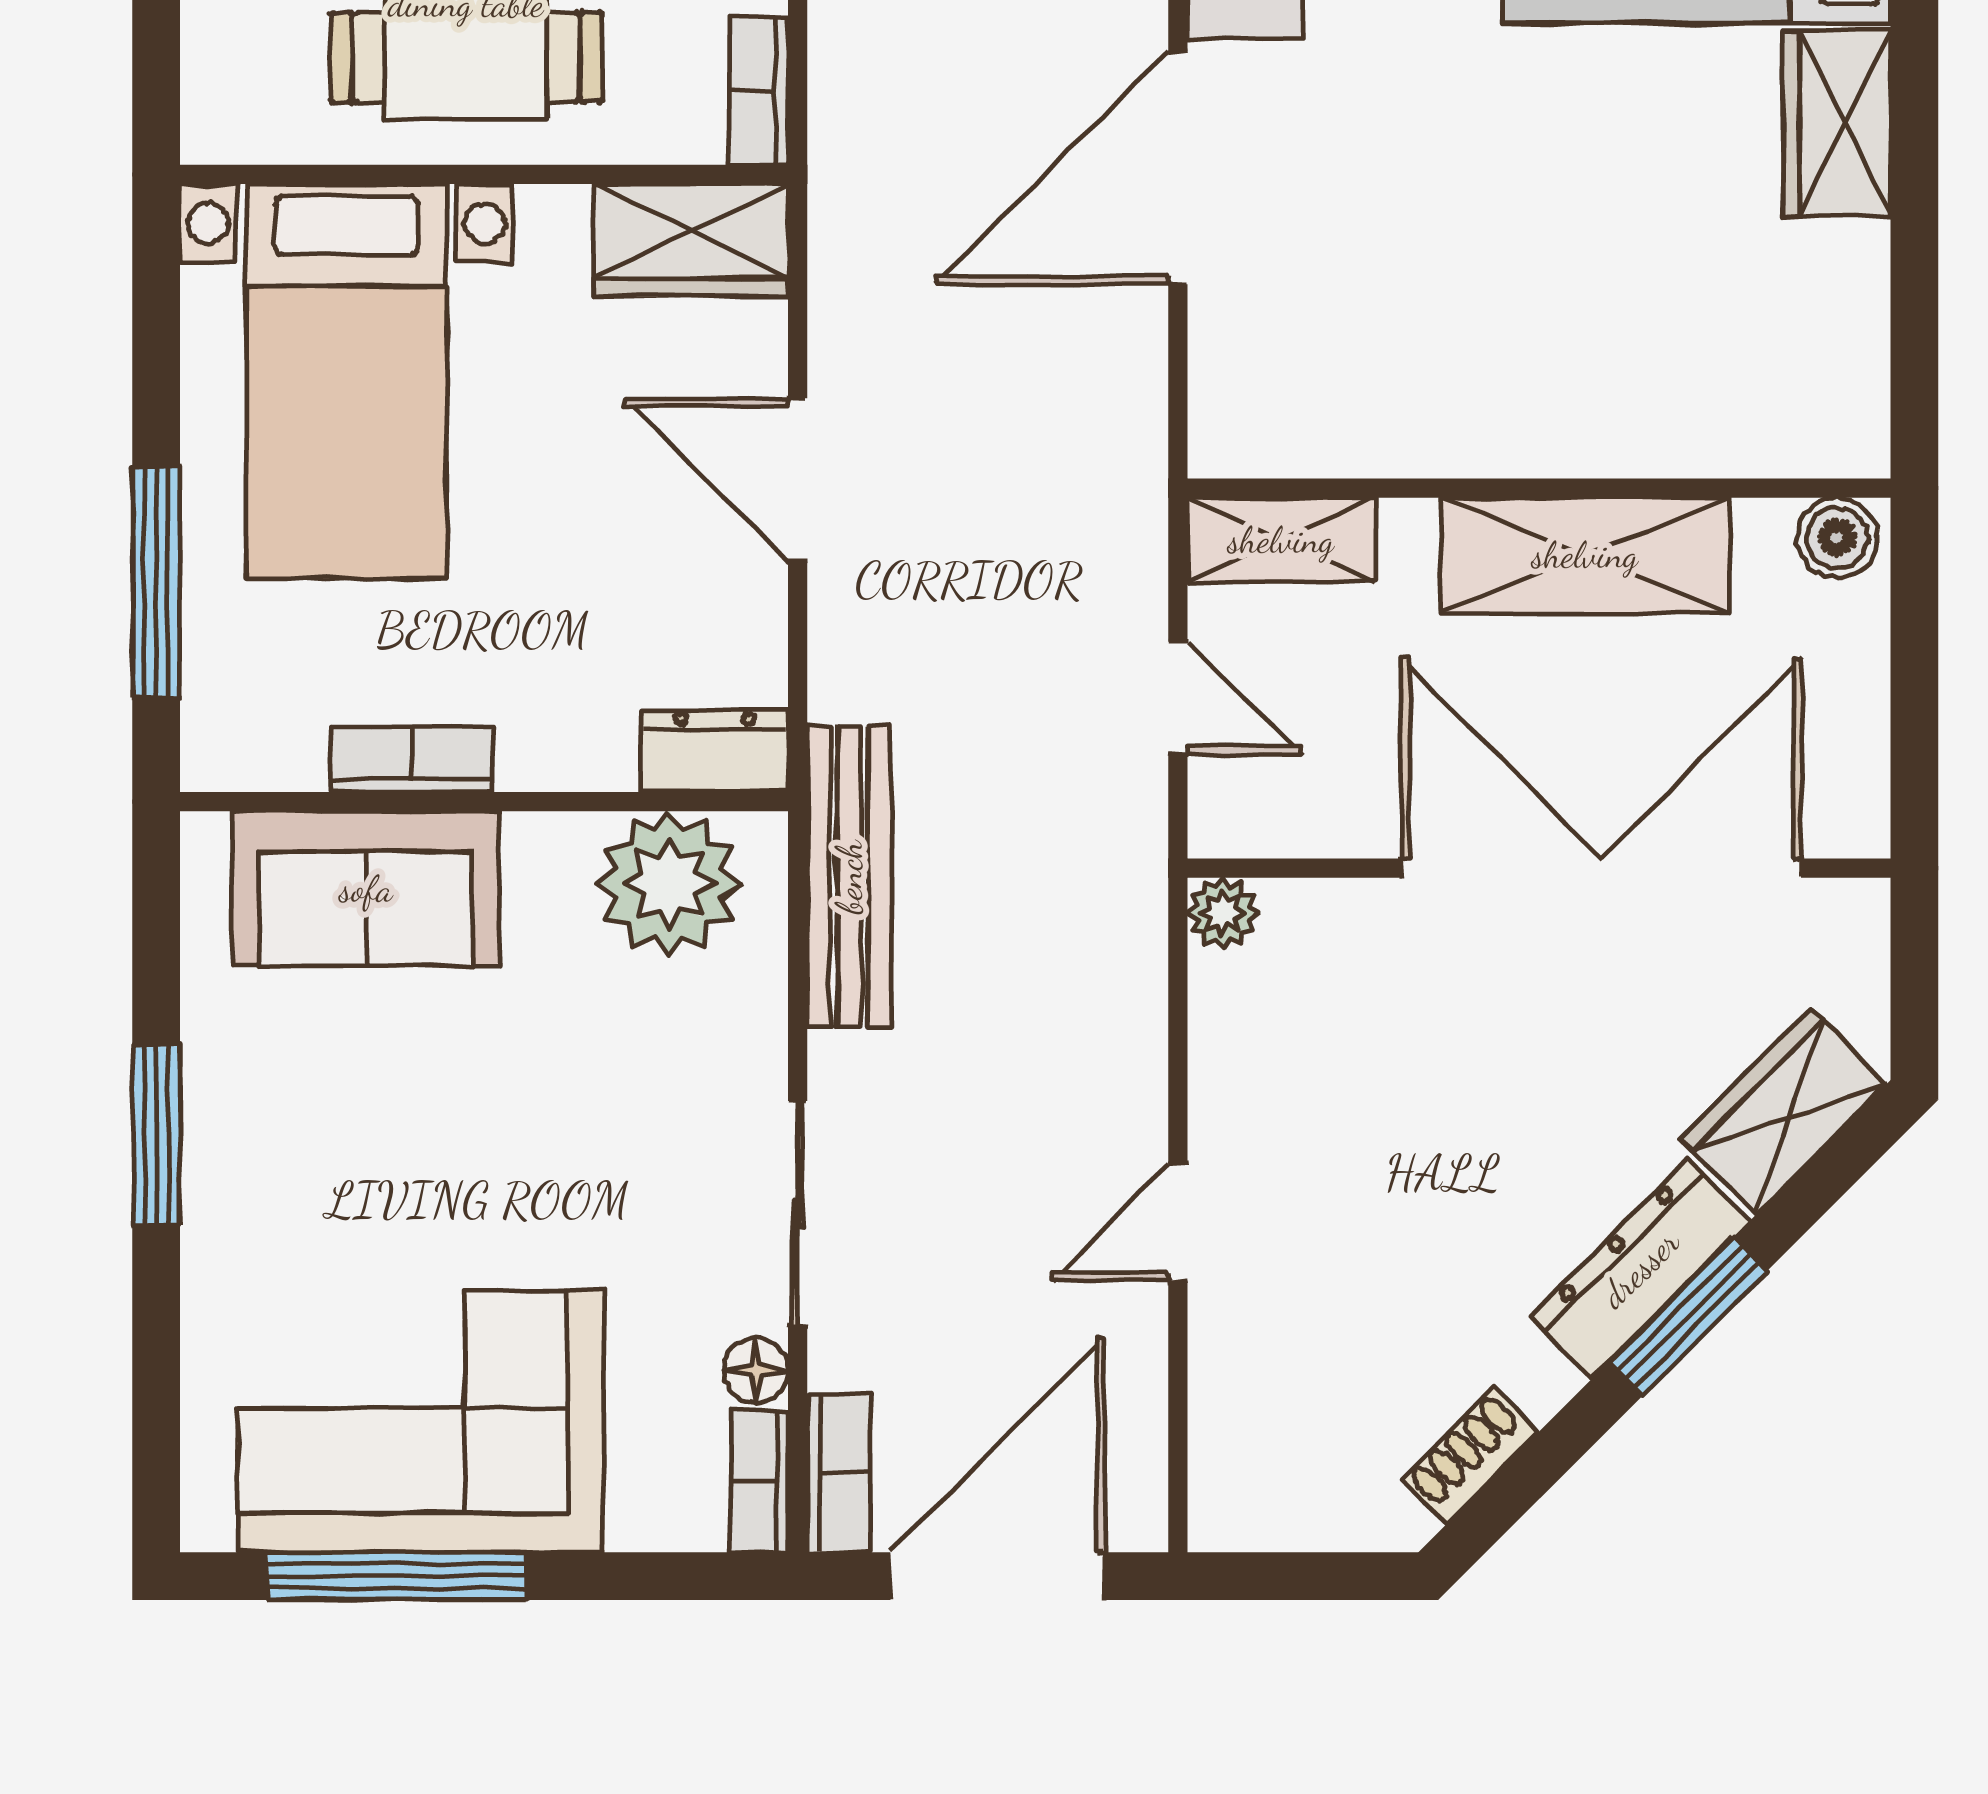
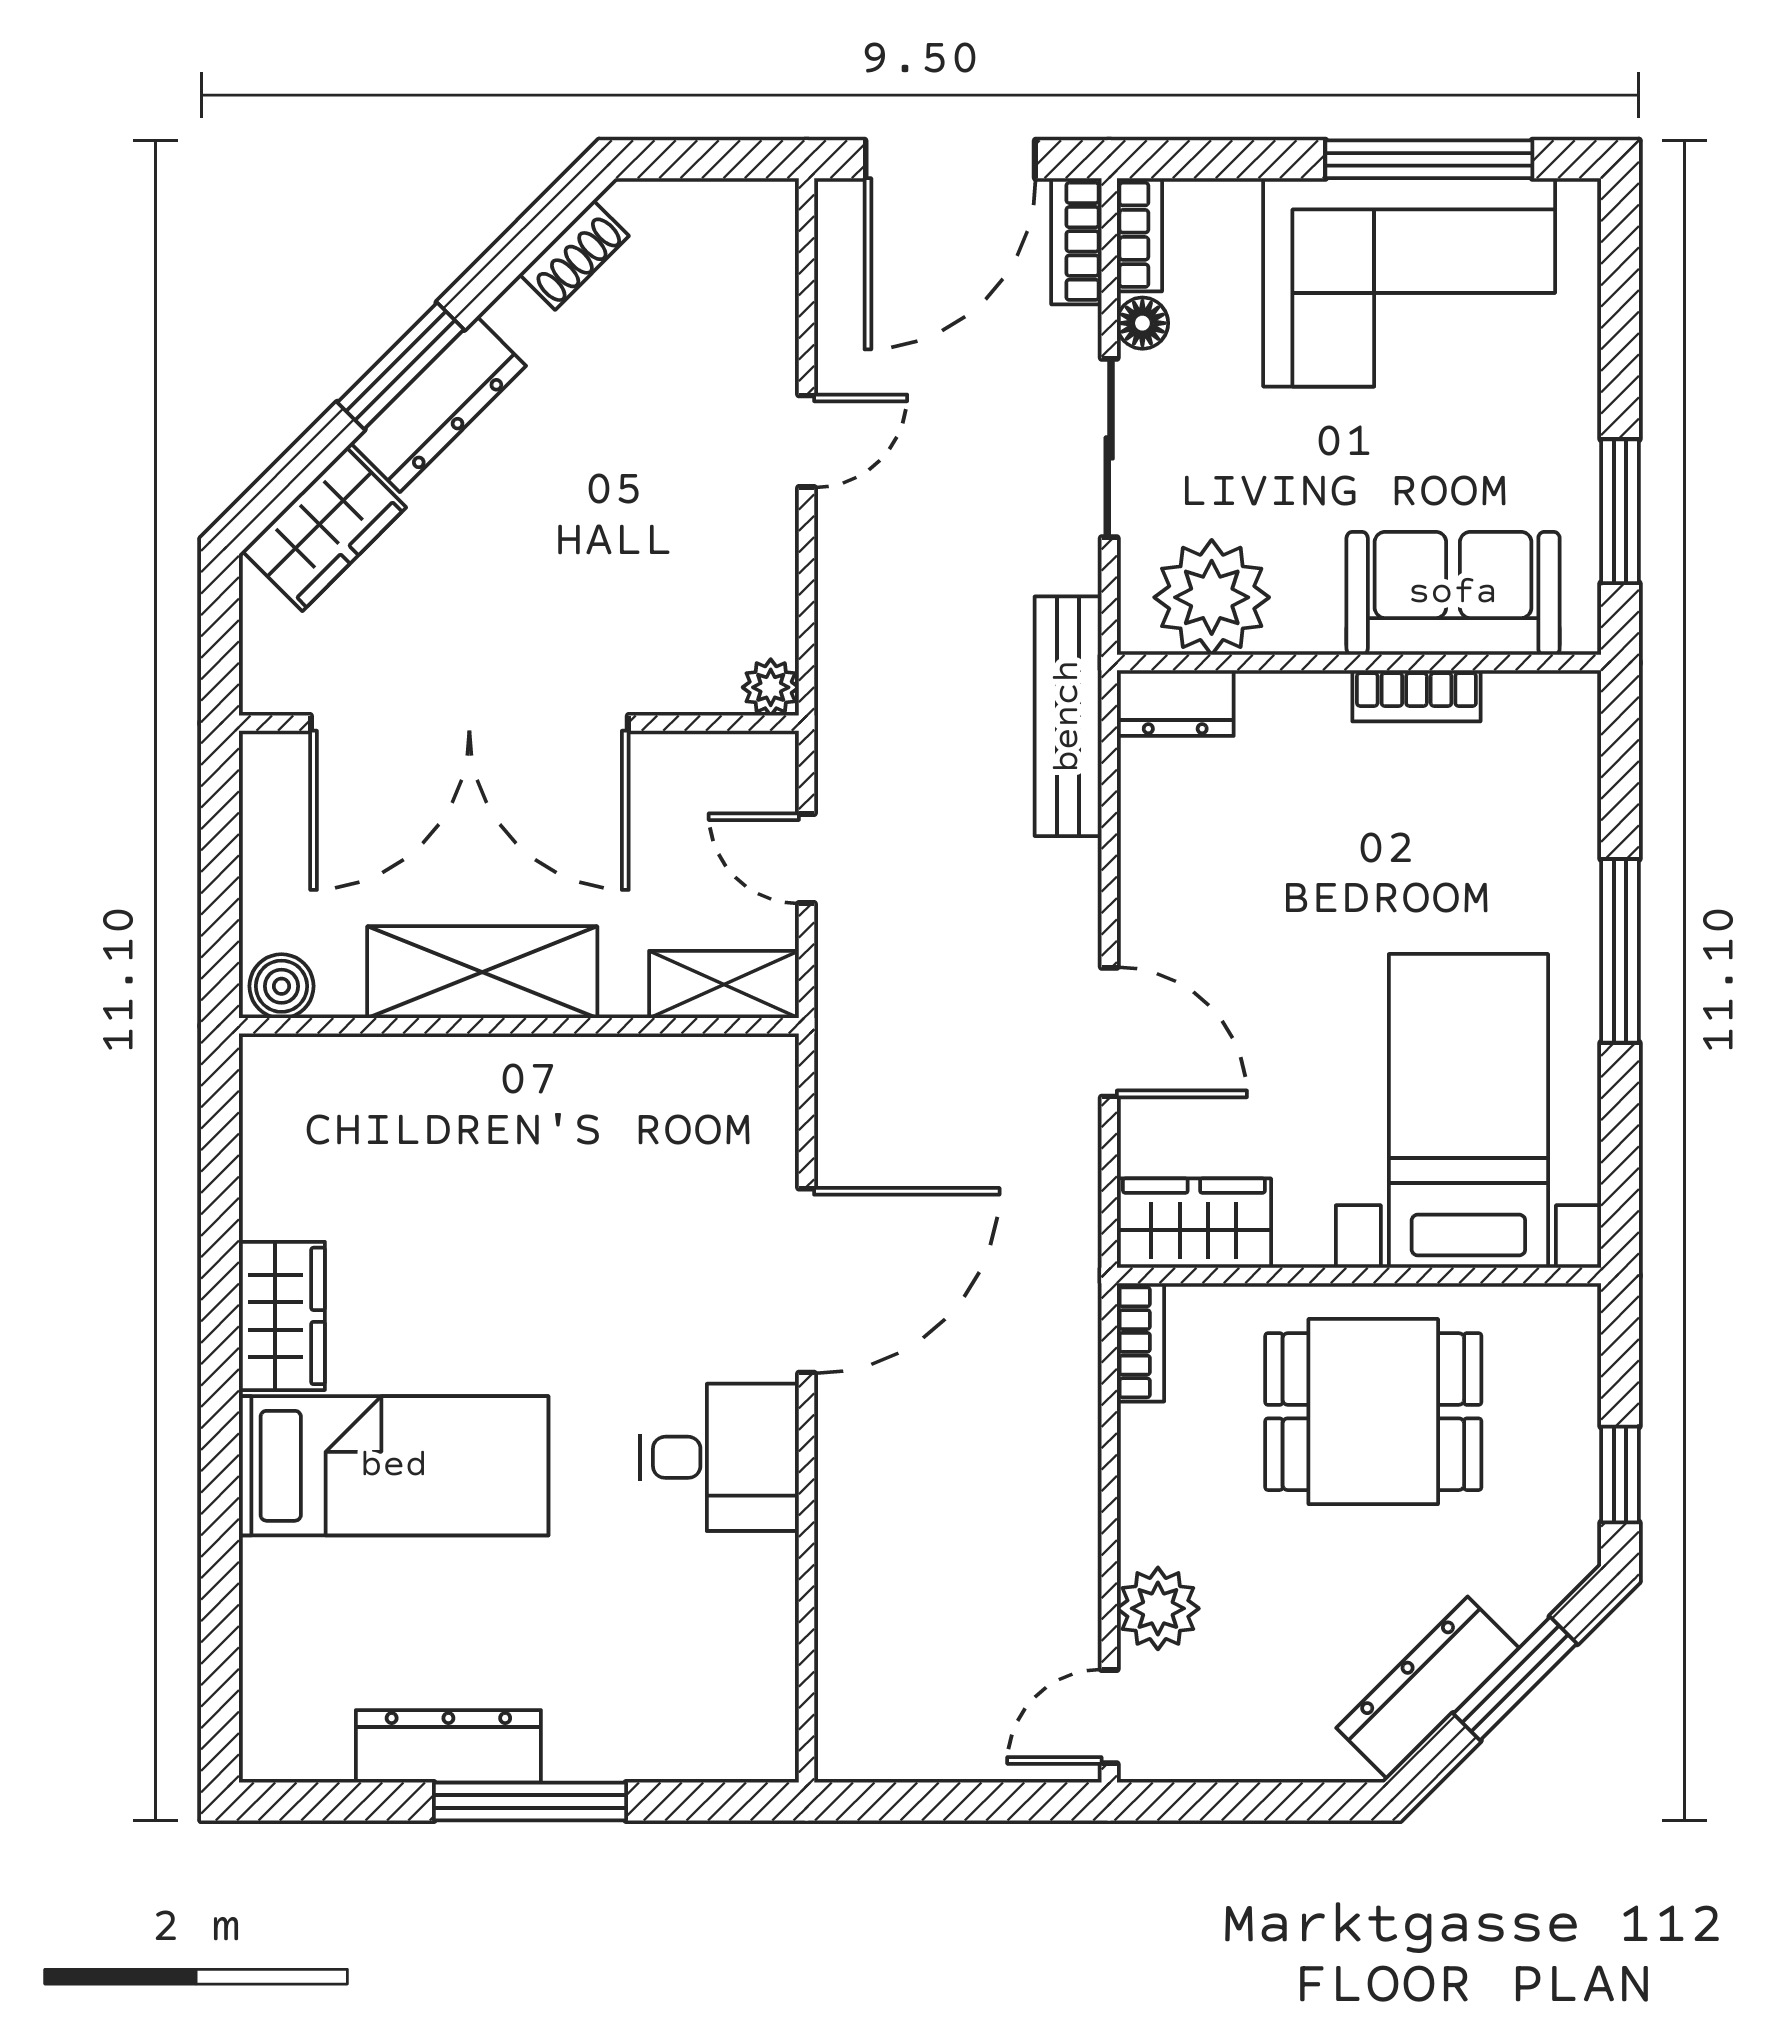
dresser: (715, 751) -> (1175, 703), moved
bookcase: (412, 760) -> (1416, 696), moved
wall: (484, 802) -> (1359, 663), moved
plant: (669, 884) -> (1212, 597), moved
sofa: (366, 889) -> (1453, 593), moved

